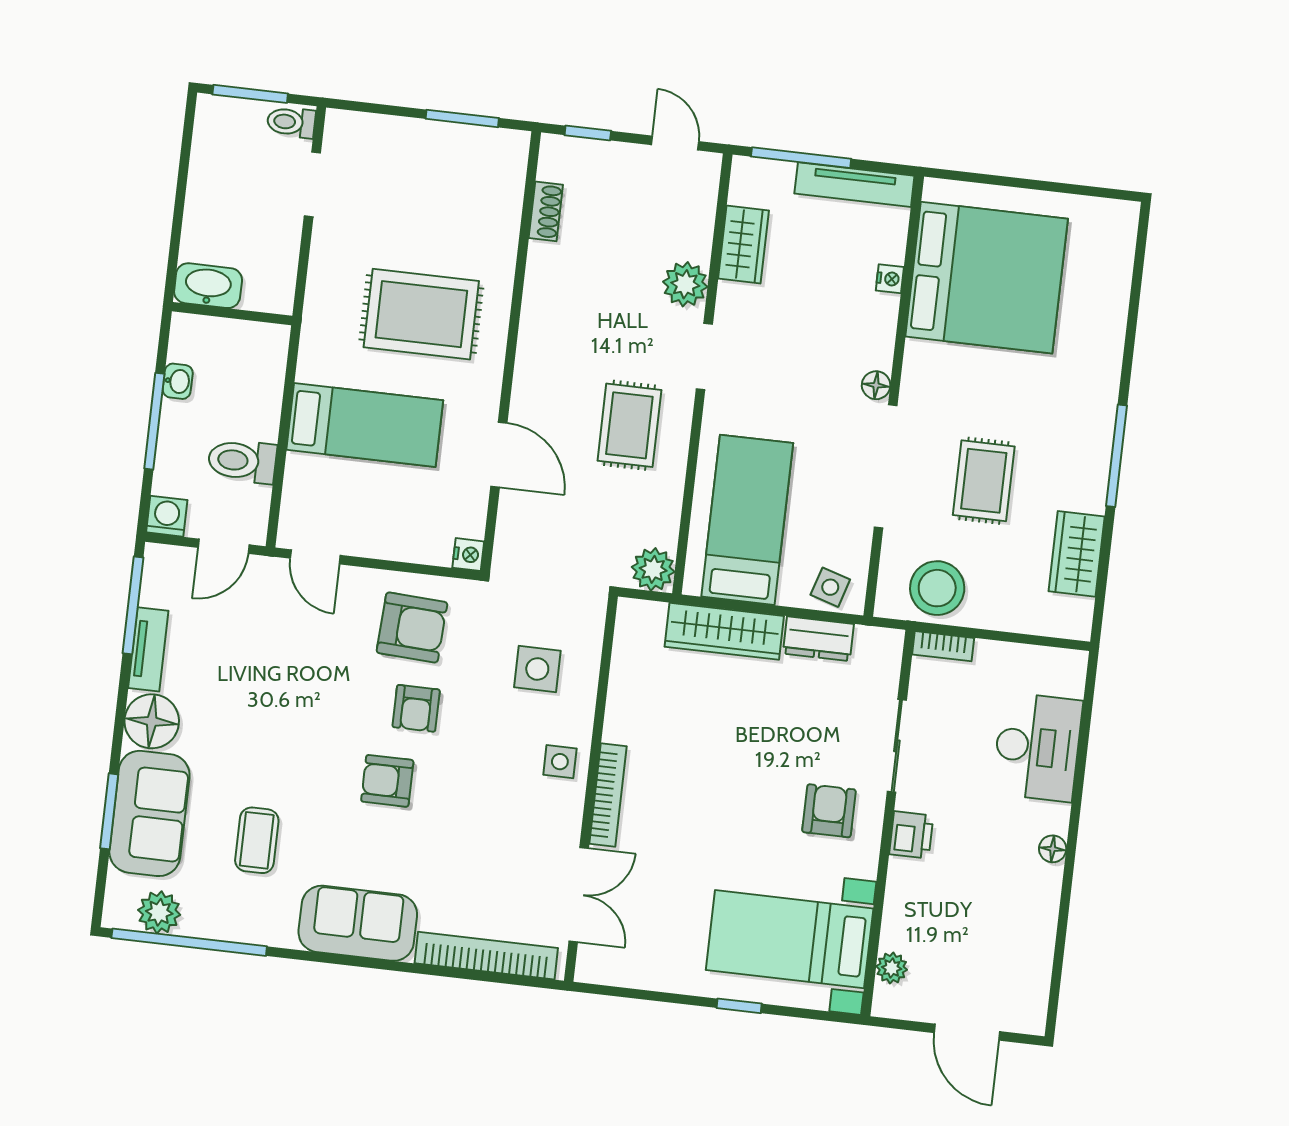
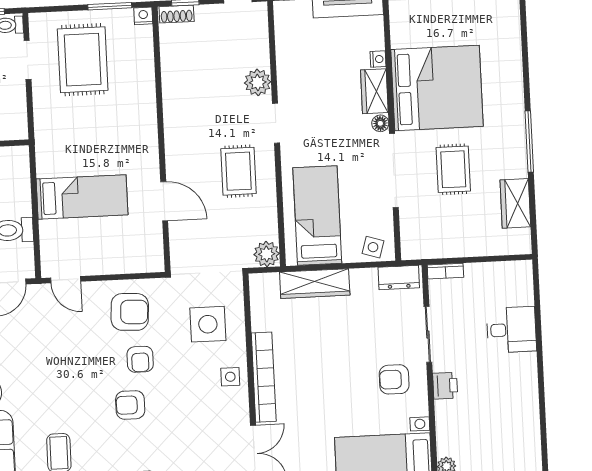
shoe rack: (546, 211) -> (177, 14), moved, turned 90
wardrobe: (743, 244) -> (374, 91), moved, turned 180
bed: (987, 278) -> (437, 88), moved
rug: (421, 314) -> (83, 60), moved, turned 90
nightstand: (468, 555) -> (143, 16), moved, turned -90
stool: (937, 588) -> (436, 237), removed
dresser: (818, 639) -> (399, 277), moved
side table: (537, 669) -> (208, 324), width x1.37, depth x1.37
desk: (1037, 747) -> (511, 330), width x0.73
bookcase: (608, 795) -> (264, 377), width x1.48, depth x1.31
armchair: (829, 811) -> (394, 379), turned -90
floor lamp: (1053, 849) -> (530, 380), removed

